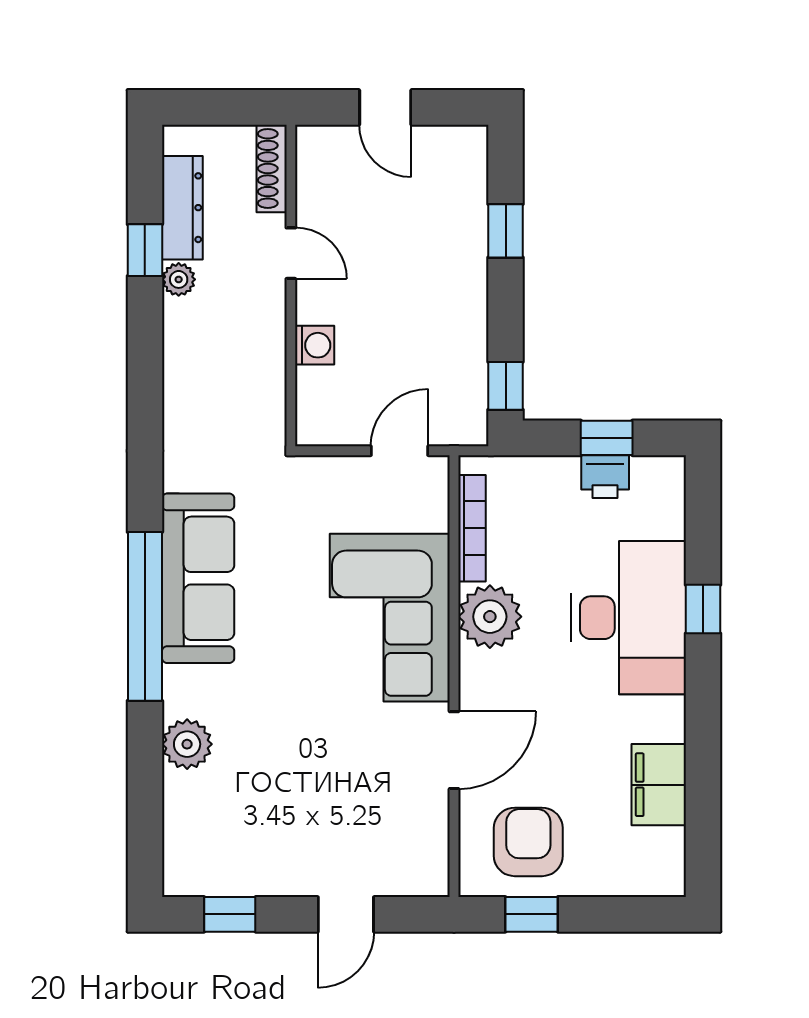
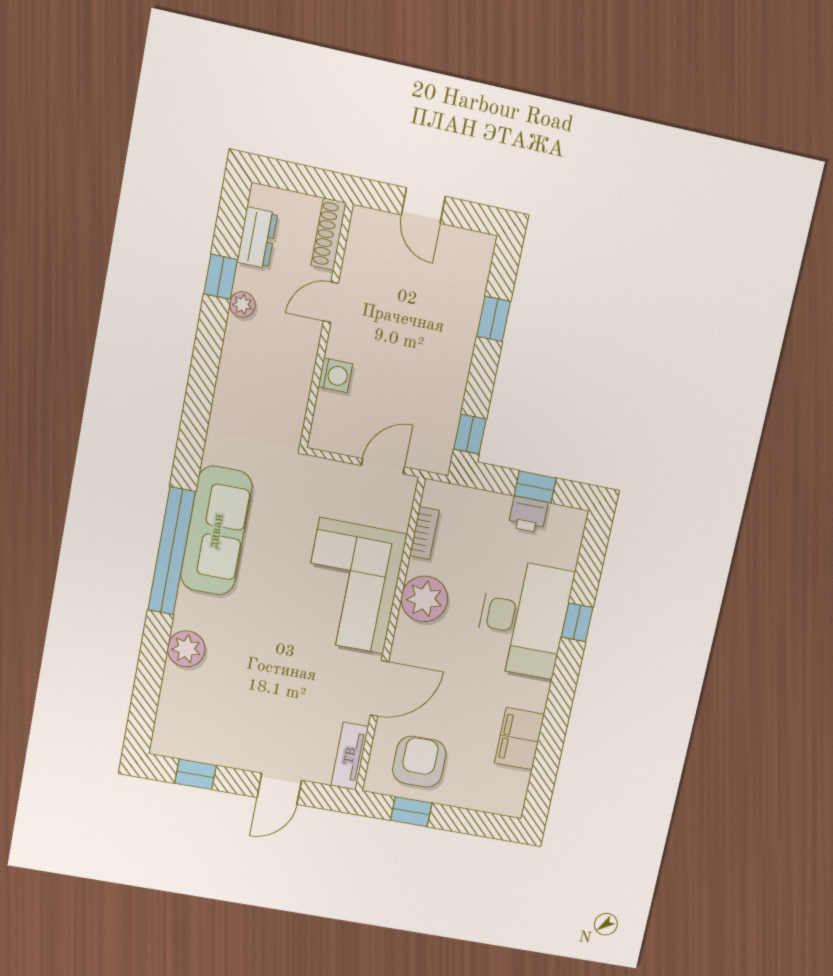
dresser: (182, 208) -> (257, 238), width x0.70
door: (291, 253) -> (331, 302), swing flipped
bookcase: (472, 528) -> (424, 533), width x0.64
tv unit: (432, 851) -> (350, 756), added

